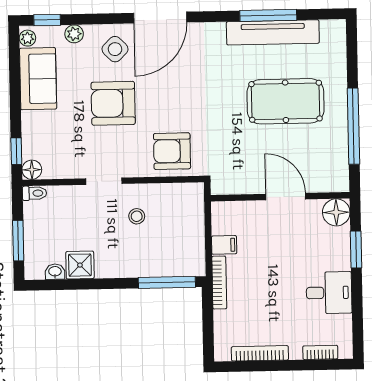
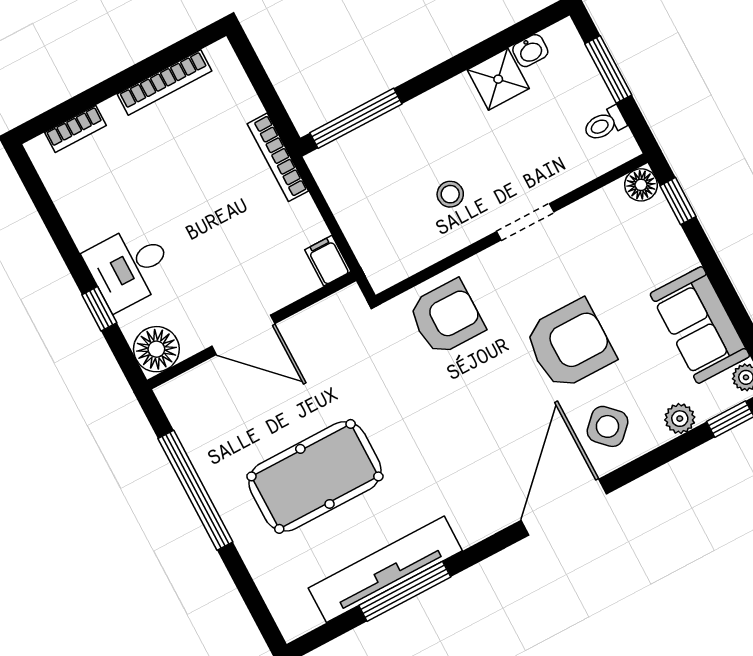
toilet: (35, 193) -> (605, 124), moved
filing cabinet: (224, 245) -> (328, 261), moved, turned 90
window: (356, 250) -> (99, 309), width x0.67
desk: (329, 293) -> (130, 267), moved

